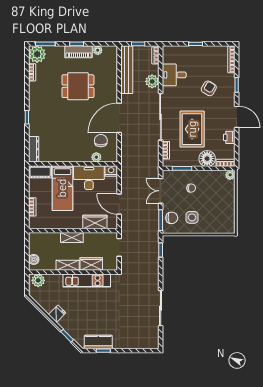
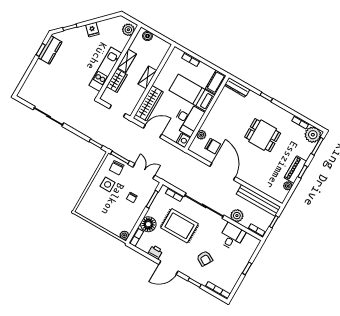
dining table: (78, 86) -> (263, 135), moved, turned 90
wardrobe: (95, 222) -> (149, 103), width x1.50

